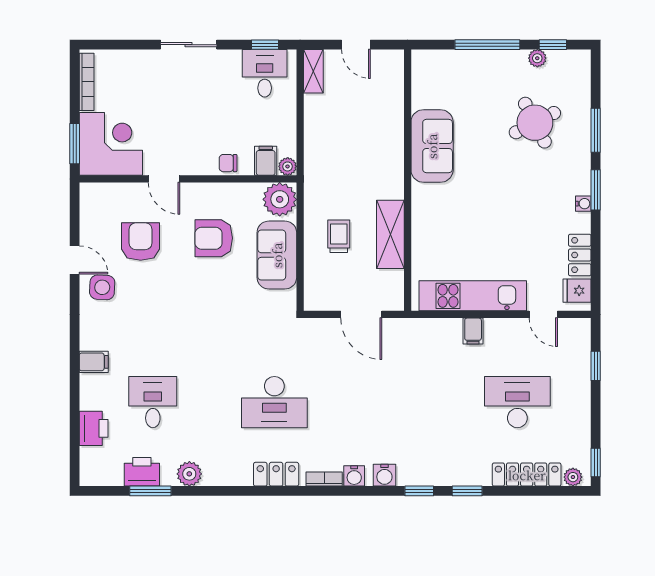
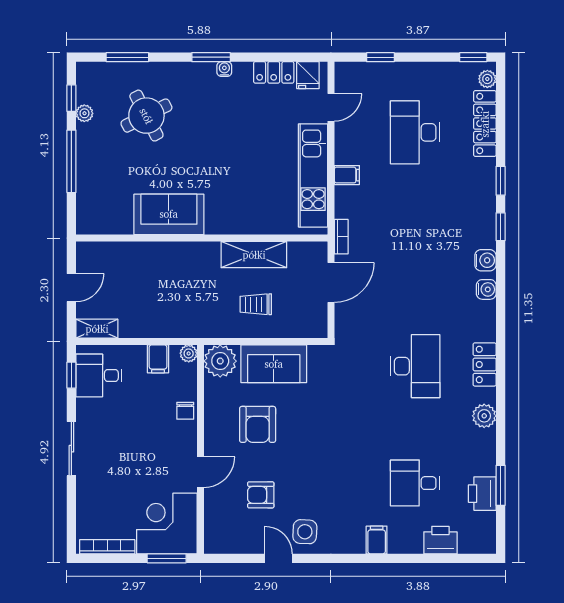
window: (596, 130) -> (127, 57), moved
filing cabinet: (266, 161) -> (158, 359), moved, turned -90
armchair: (141, 242) -> (261, 495), width x0.72, depth x0.72
door: (75, 260) -> (279, 558), hinge flipped
plant: (189, 474) -> (484, 416), moved
bookcase: (324, 479) -> (341, 237), moved, turned 180

